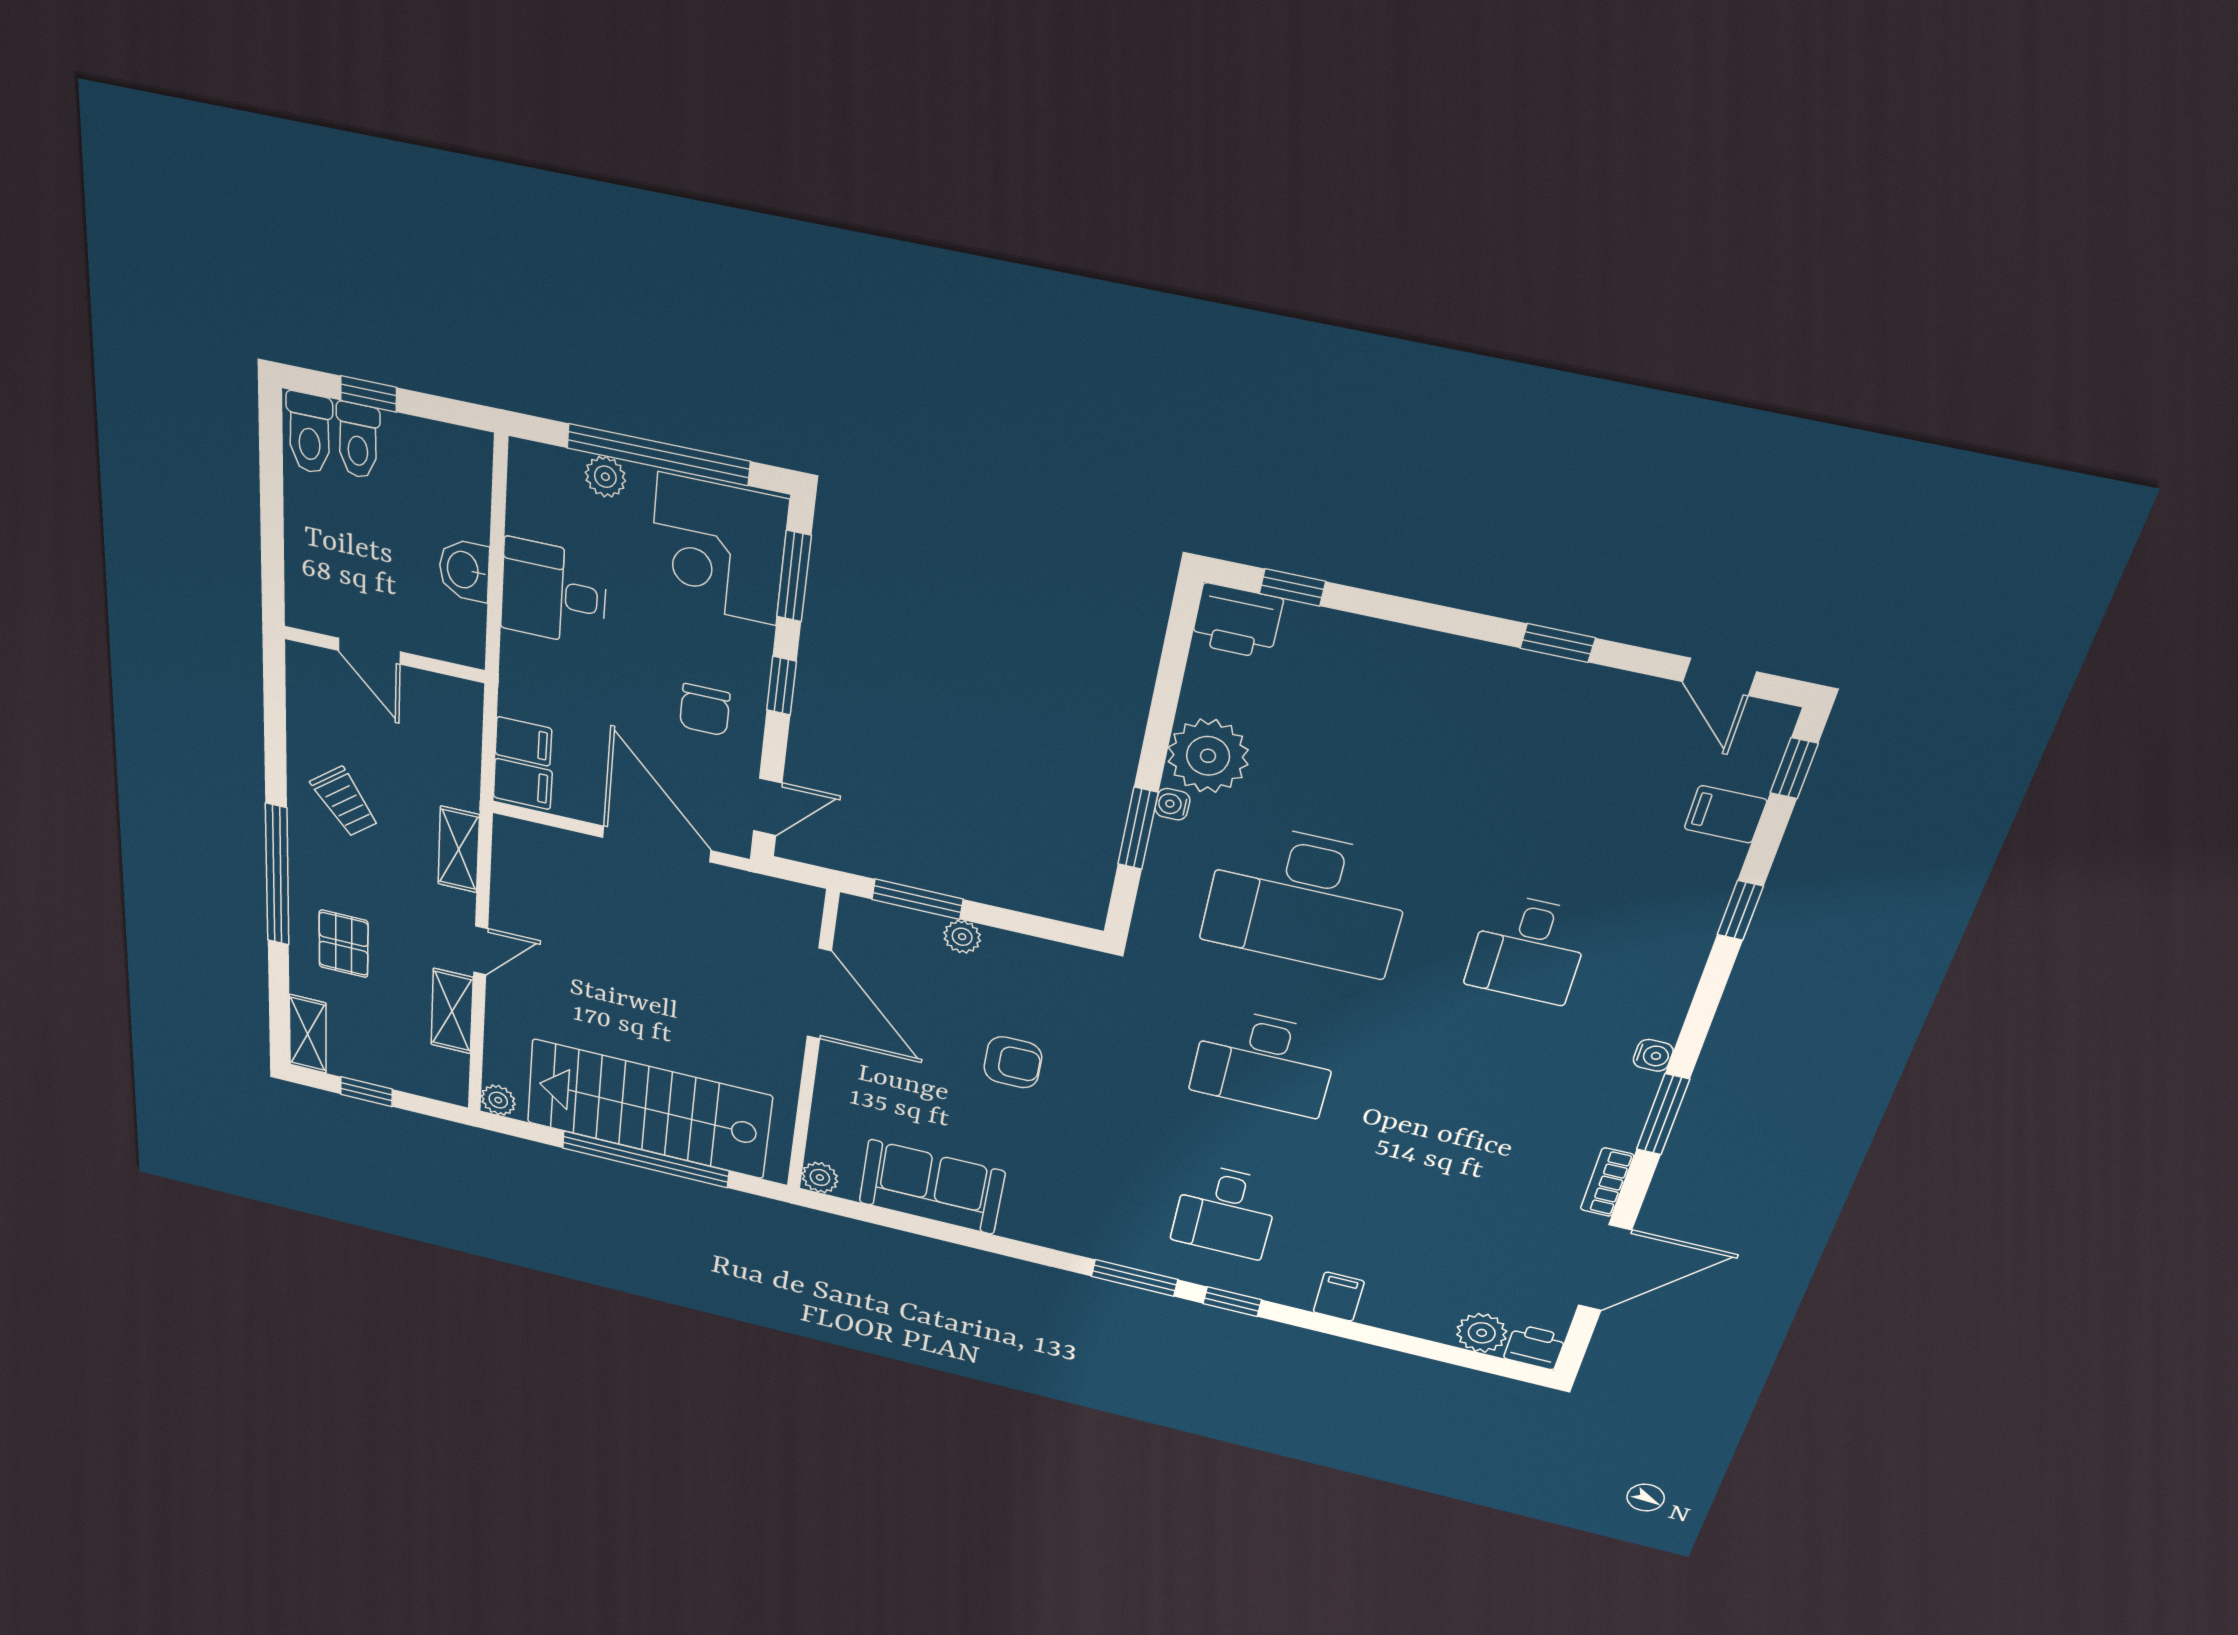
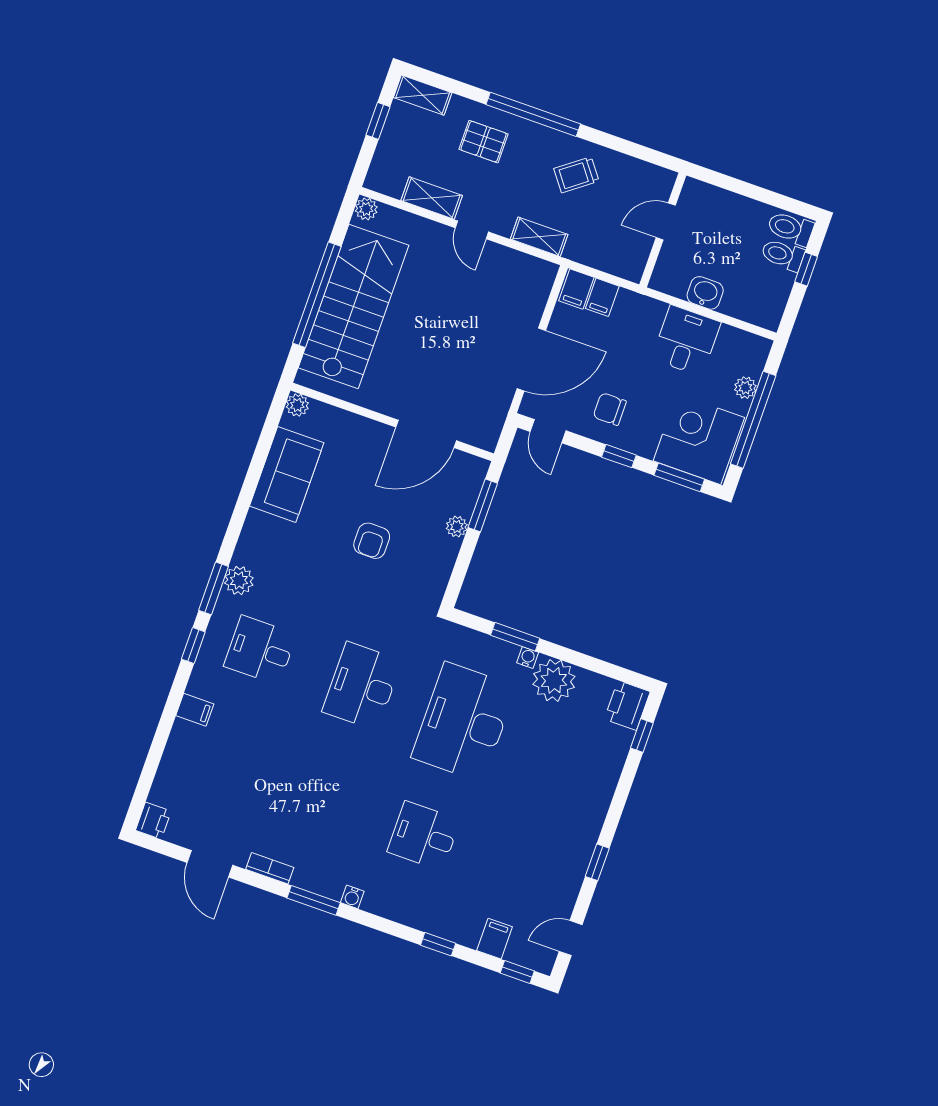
door: (1605, 1268) -> (210, 864), width x0.73
plant: (1482, 1333) -> (239, 580), moved

